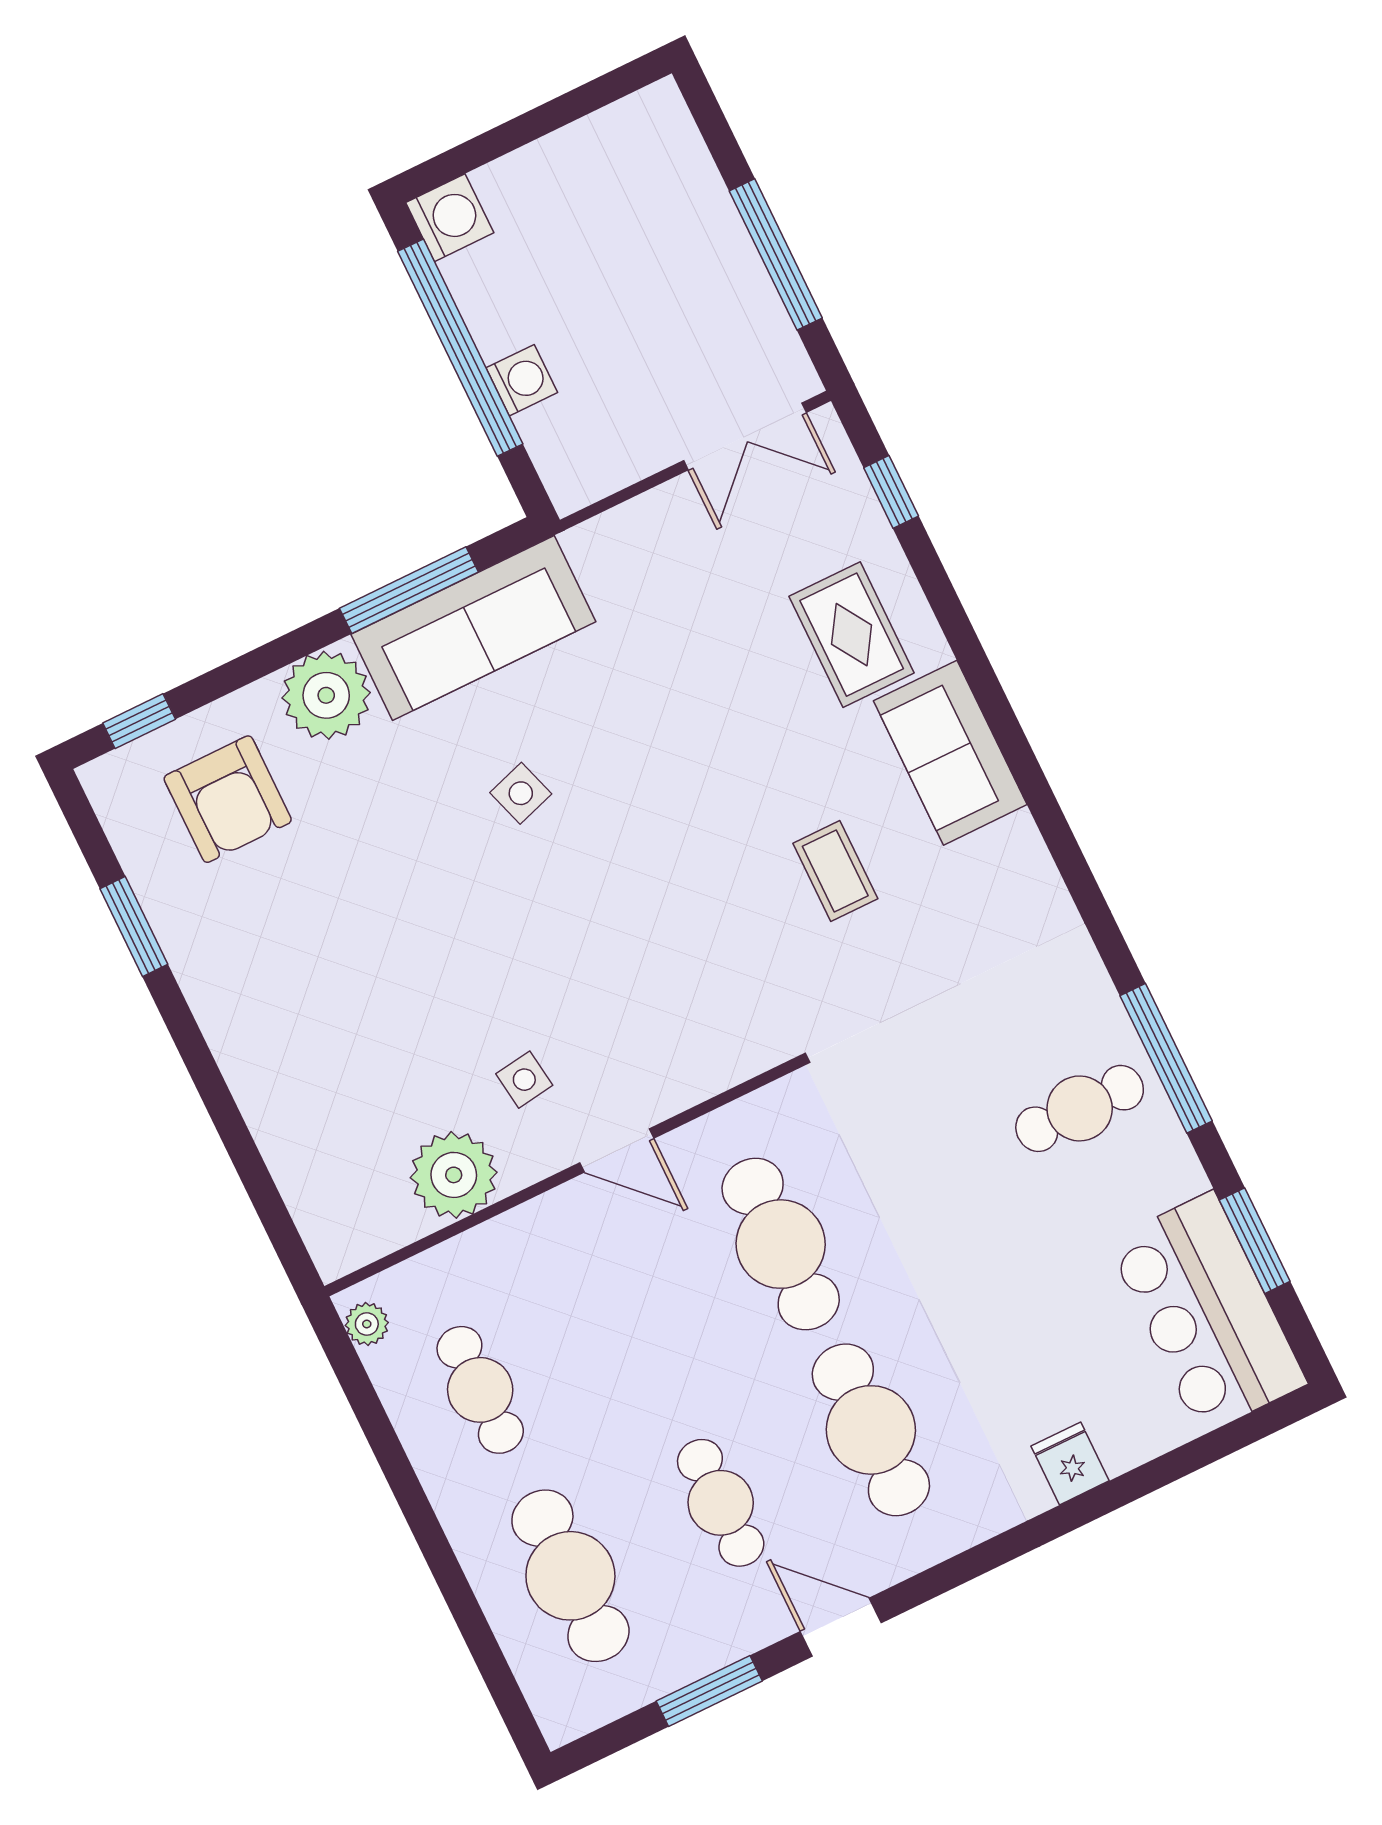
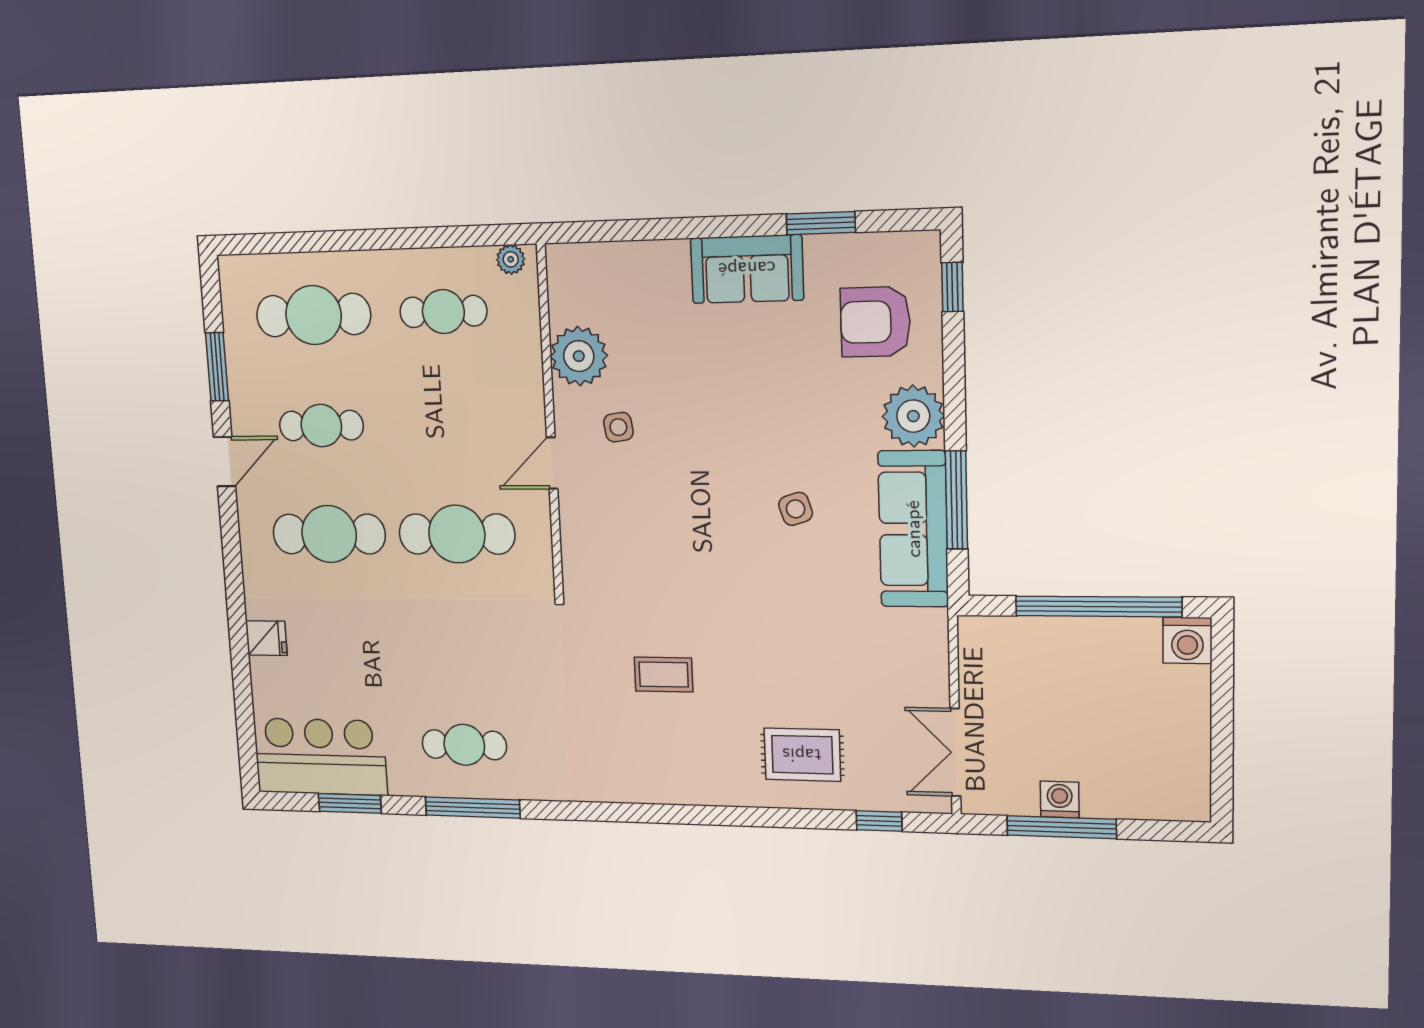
washing machine: (522, 380) -> (1060, 800), moved, turned 180
sofa: (950, 753) -> (747, 269), moved, turned 180
cafe table: (1080, 1108) -> (464, 745), turned 90

